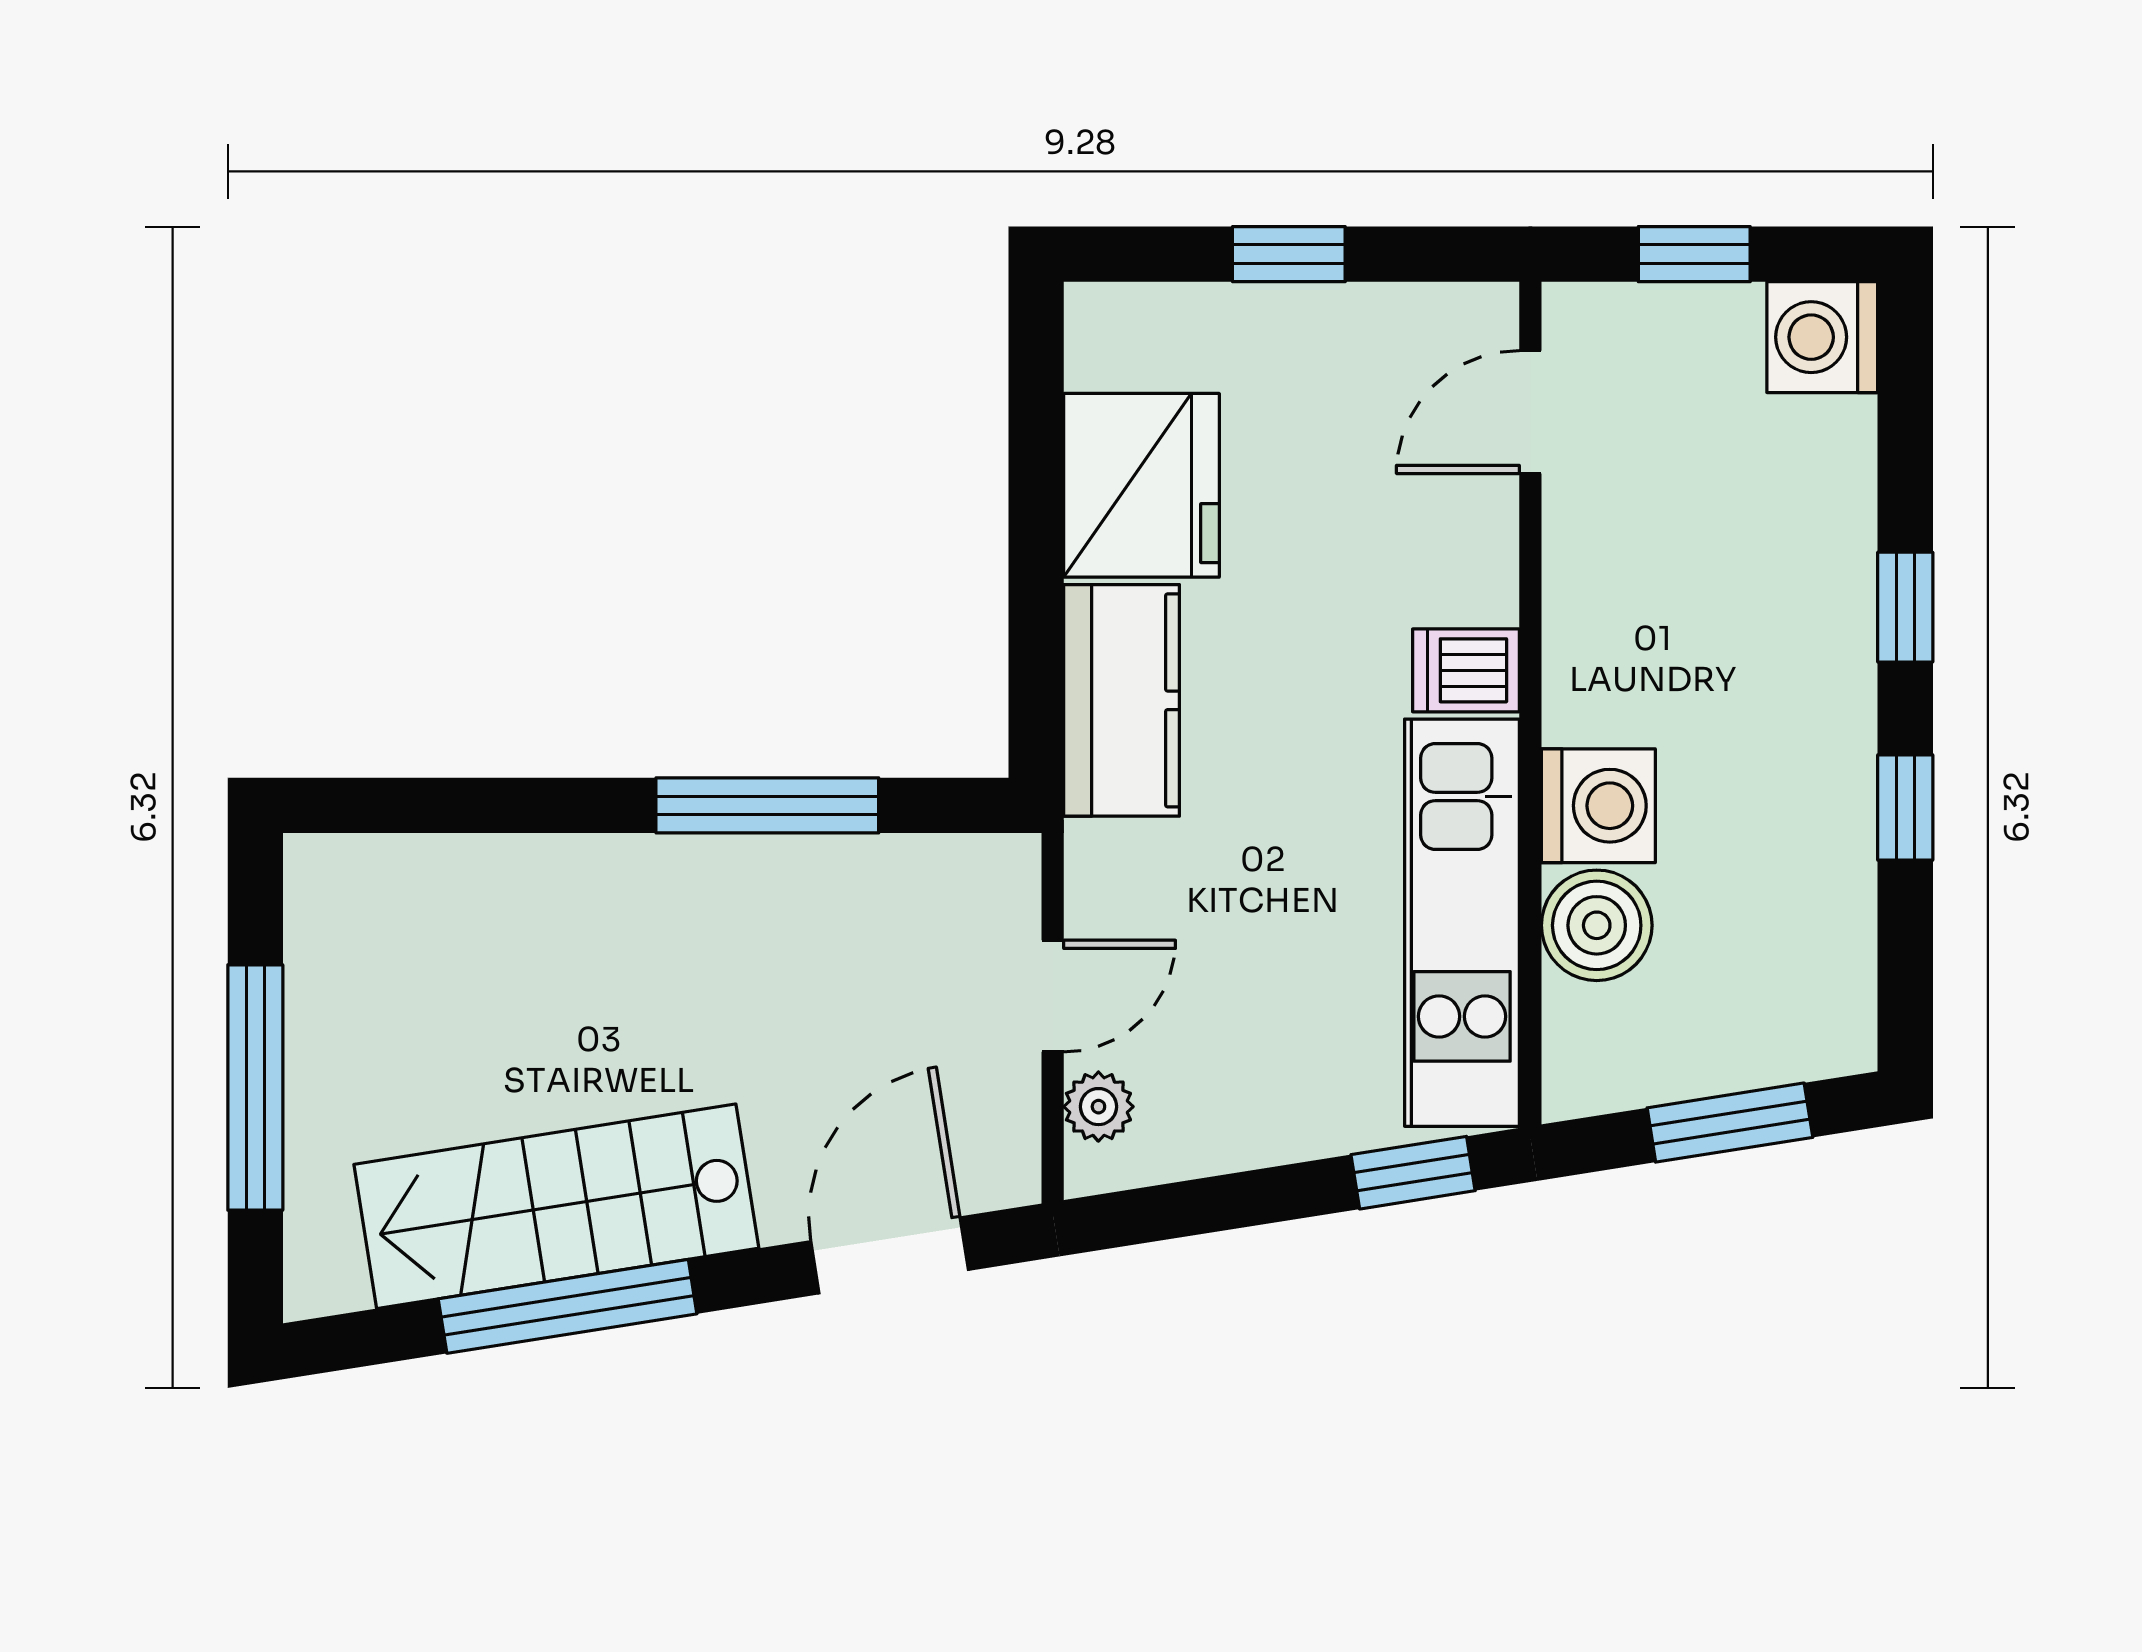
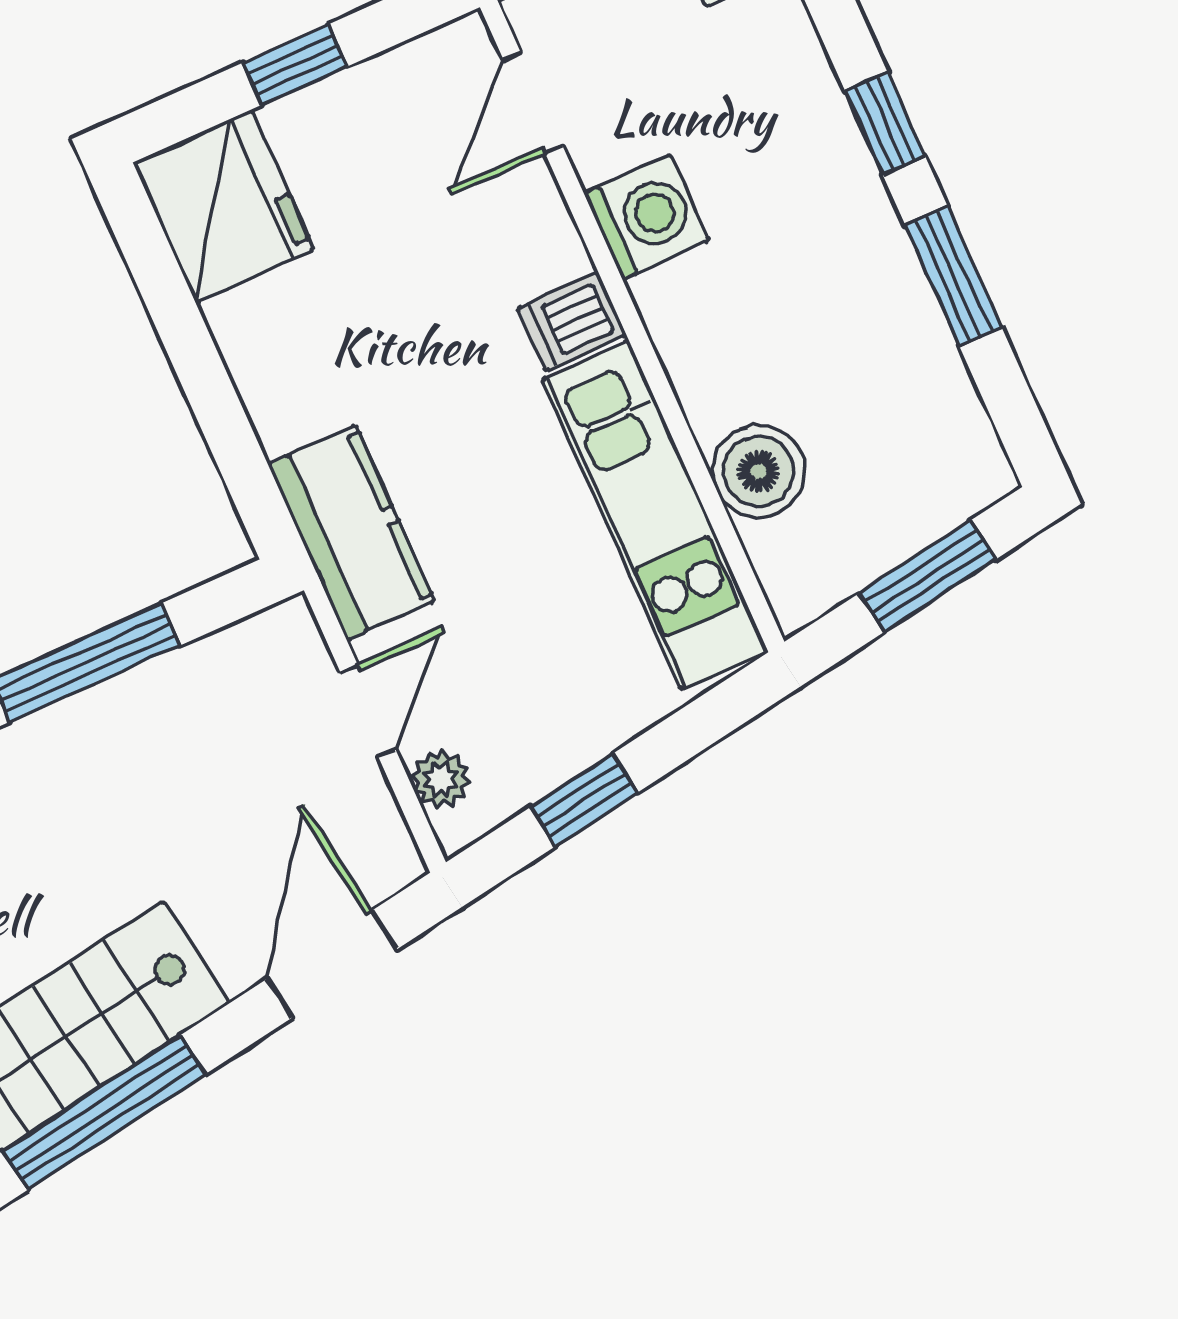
fridge: (1142, 485) -> (223, 206), moved
kitchen counter: (1122, 700) -> (351, 533), moved
washing machine: (1598, 806) -> (646, 217), moved
window: (1905, 808) -> (953, 276), width x1.50
window: (1413, 1173) -> (584, 800), moved

